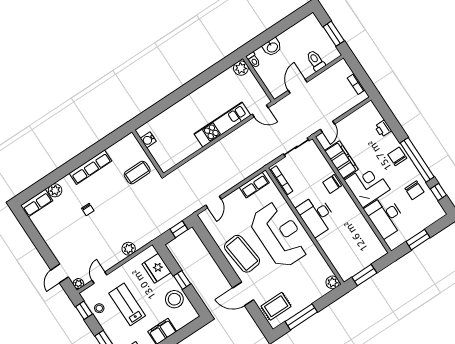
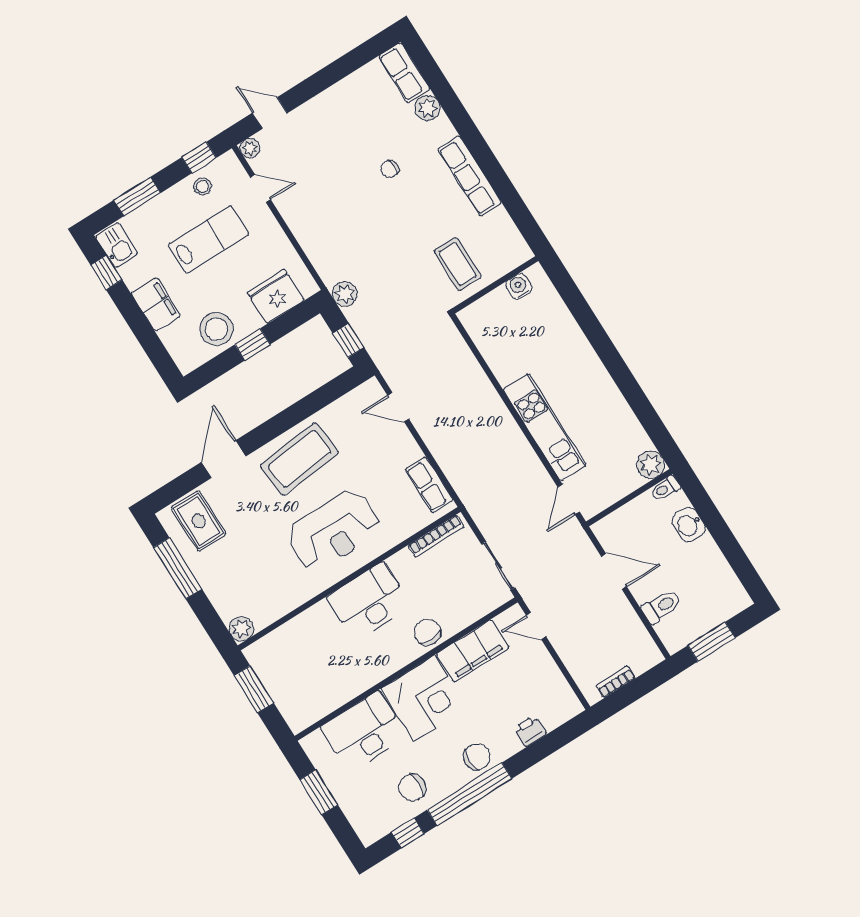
reception desk: (279, 235) -> (334, 530), width x0.74, depth x0.77
plant: (129, 249) -> (345, 294), moved

